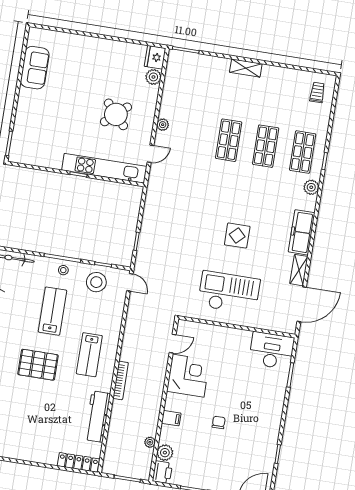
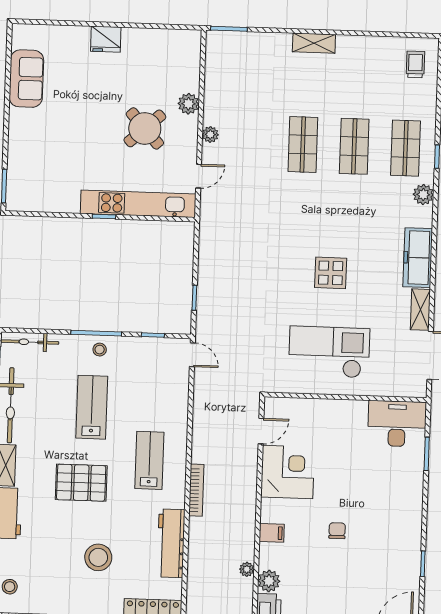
fridge: (155, 57) -> (106, 39), moved, turned -90
plant: (153, 77) -> (188, 104), moved
stool: (96, 282) -> (98, 557), moved
lab bench: (89, 355) -> (149, 460), turned 180

